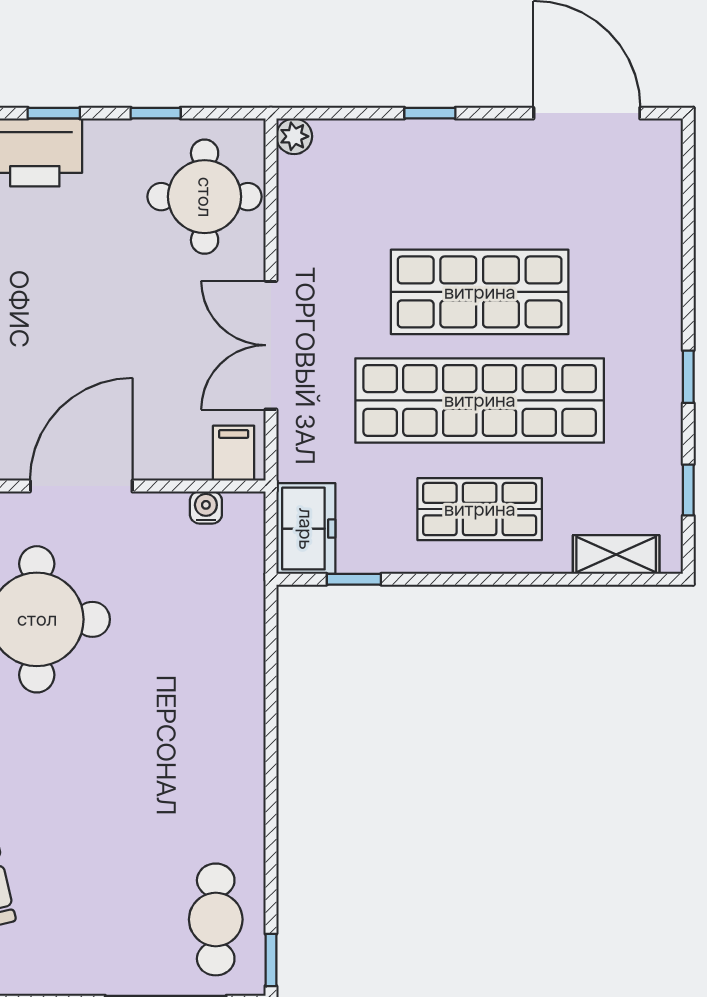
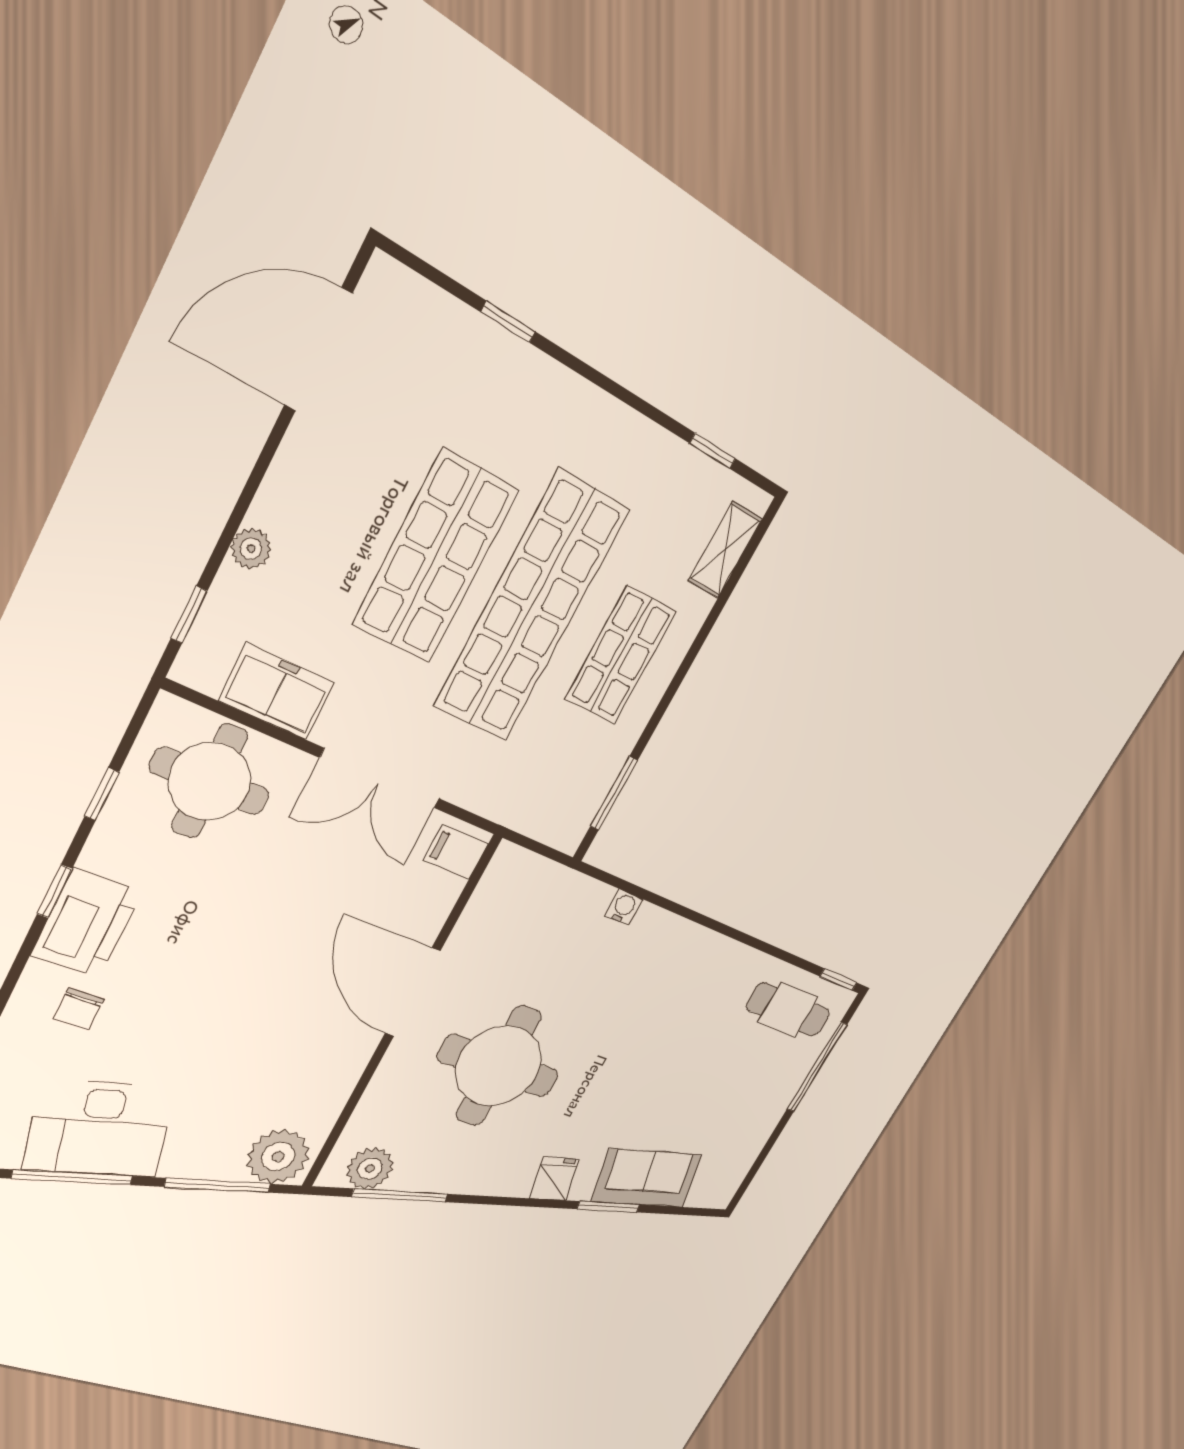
window: (430, 113) -> (189, 615), moved
plant: (294, 136) -> (251, 549), moved
window: (688, 377) -> (508, 322), moved
water cooler: (206, 507) -> (624, 907), moved, turned 90
freezer: (306, 529) -> (277, 692), moved
window: (354, 579) -> (614, 793), width x1.50

